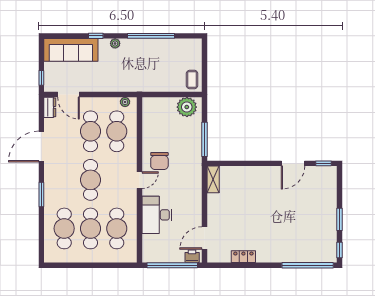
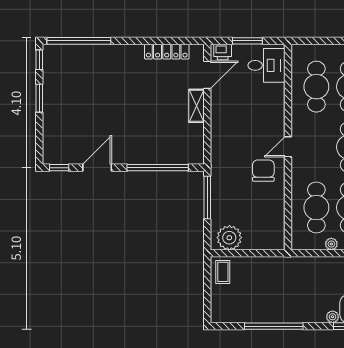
plant: (115, 43) -> (333, 317), moved
plant: (125, 102) -> (331, 244), moved
window: (244, 163) -> (158, 168), added
shelving: (213, 179) -> (197, 106), moved
desk: (157, 215) -> (267, 65), moved, width x0.73
locker: (243, 257) -> (167, 52), width x1.53
window: (172, 265) -> (247, 41), width x0.47

